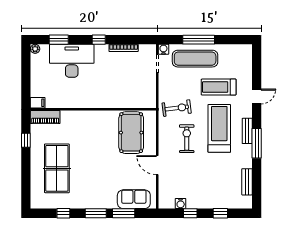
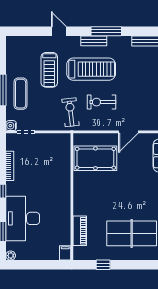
exercise mat: (195, 59) -> (21, 94), width x0.73, depth x0.69
piano: (45, 117) -> (80, 231), moved
treadmill: (219, 128) -> (91, 69), turned 180

